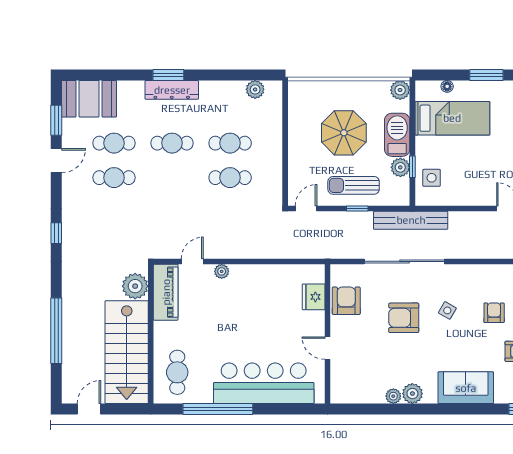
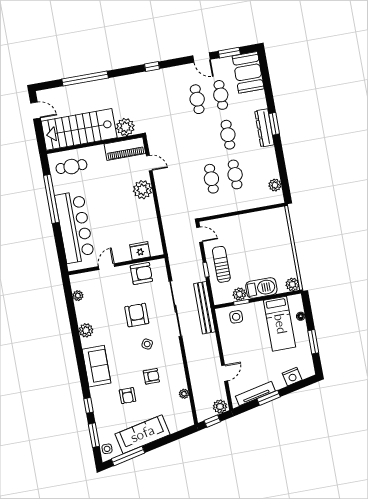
parasol: (344, 133) -> (256, 251), removed
plant: (222, 271) -> (143, 190), width x1.87, depth x1.87
plant: (393, 396) -> (78, 296), moved

